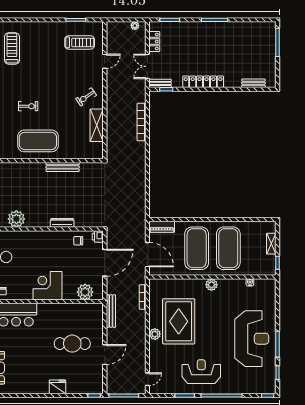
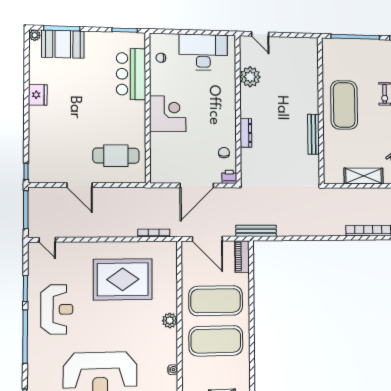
door: (147, 255) -> (207, 239), hinge flipped
door: (105, 263) -> (197, 185), hinge flipped
plant: (85, 292) -> (160, 161), removed
bench: (111, 311) -> (256, 231), moved
plant: (155, 334) -> (106, 249), removed
cafe table: (72, 344) -> (116, 156), moved, turned 90
fridge: (57, 387) -> (38, 95), moved

